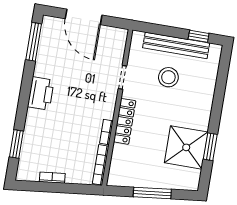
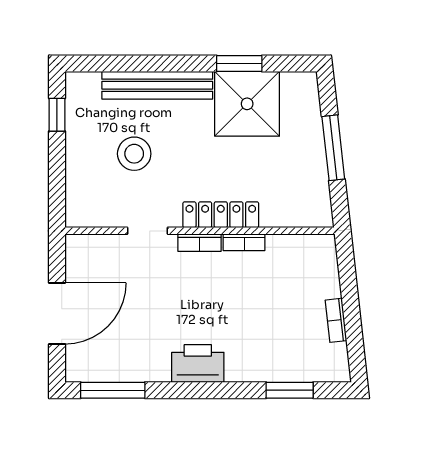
bench: (176, 45) -> (157, 85), moved, turned 90
bookcase: (101, 165) -> (199, 243), moved, width x0.64

